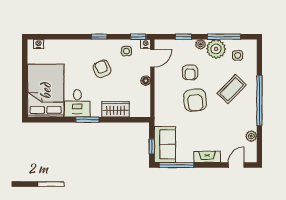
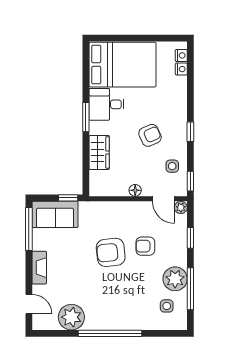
nightstand: (146, 44) -> (181, 69), moved
plant: (200, 44) -> (181, 208), moved
coffee table: (232, 89) -> (124, 299), removed
plant: (251, 136) -> (71, 317), width x1.88, depth x1.88
window: (152, 146) -> (68, 198), moved

